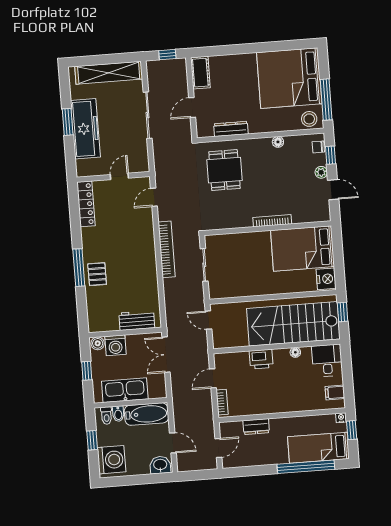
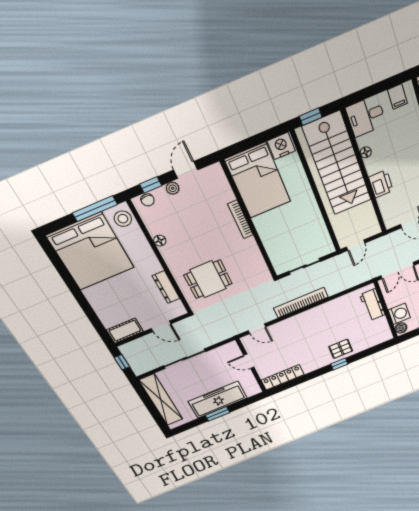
window: (79, 268) -> (339, 364), width x0.46

